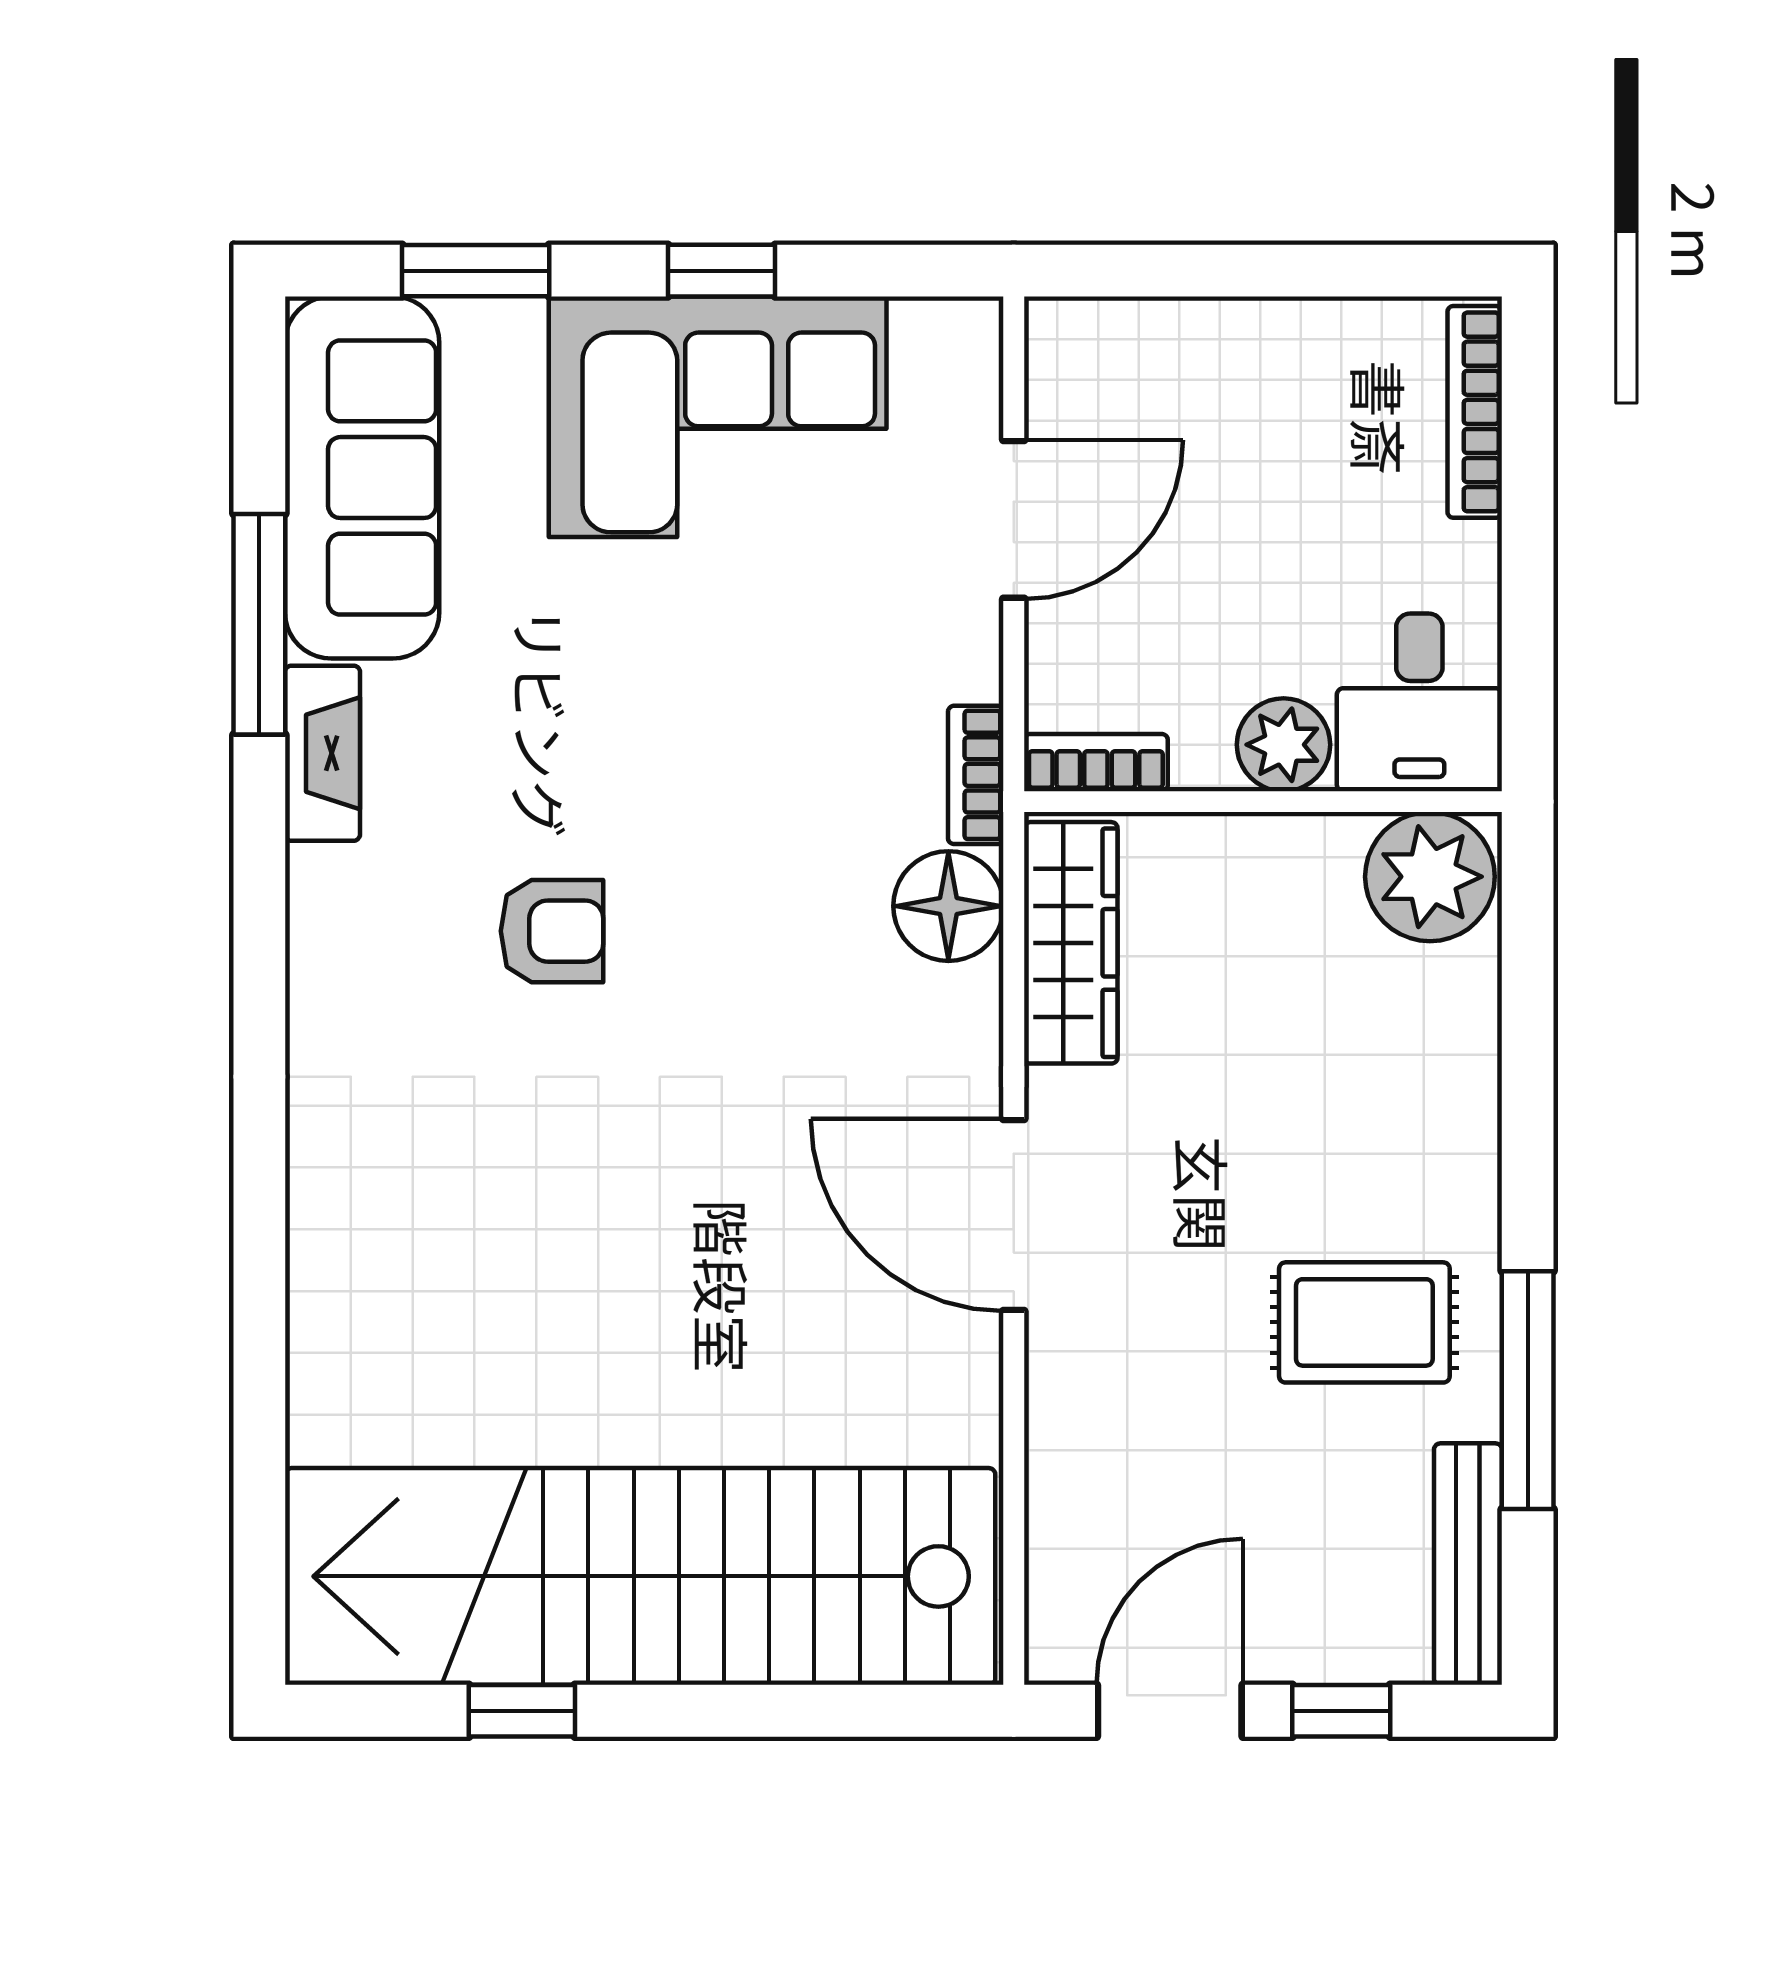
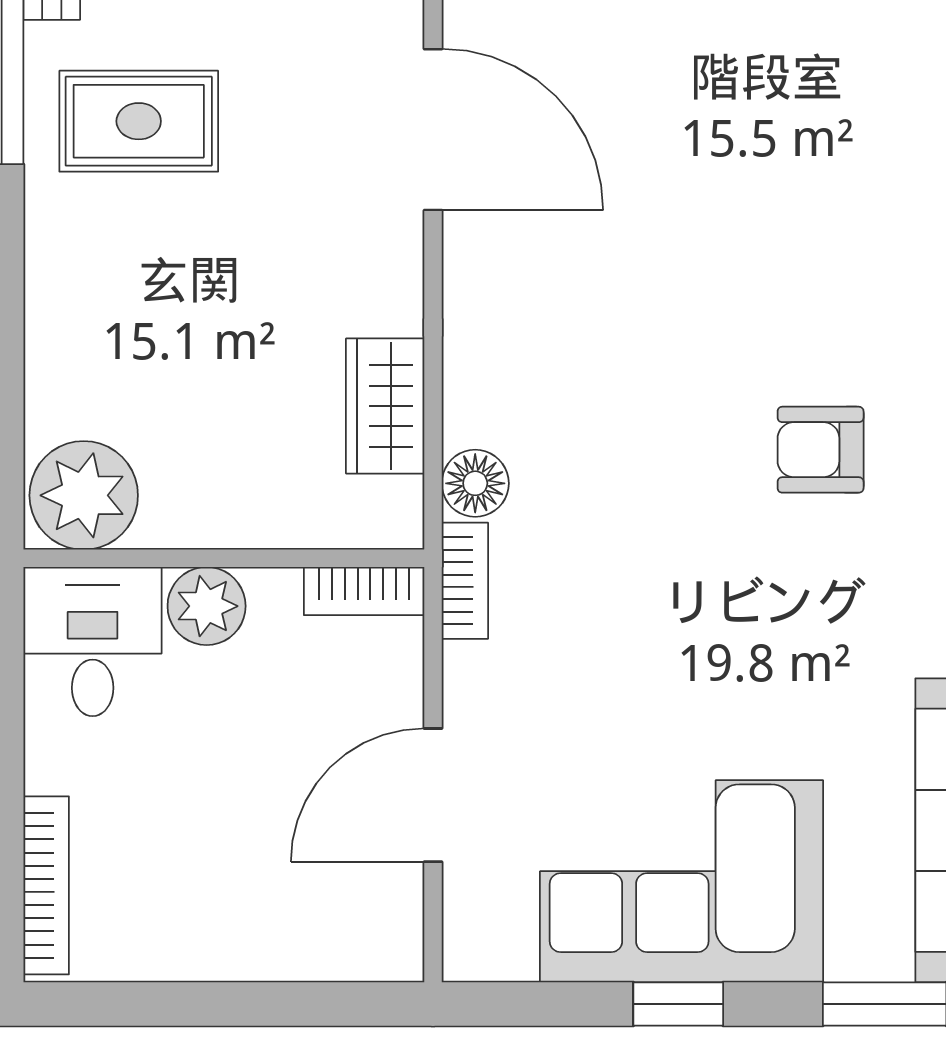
floor lamp: (948, 906) -> (475, 483), width x0.73, depth x0.73
wardrobe: (1071, 943) -> (385, 406), width x0.67
door: (1014, 1215) -> (433, 130), moved

